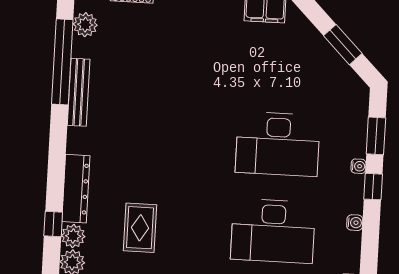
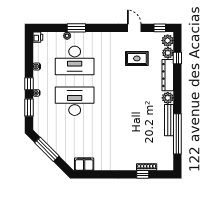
plant: (85, 25) -> (168, 98), moved
window: (343, 45) -> (47, 149), width x1.44
rug: (140, 228) -> (137, 58), turned 90
desk: (273, 231) -> (75, 60), turned 180

